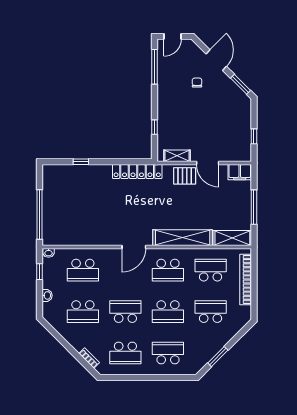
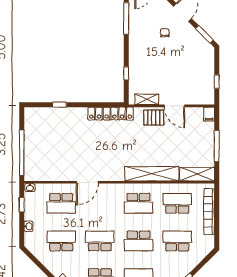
filing cabinet: (240, 172) -> (209, 114), width x0.50
door: (134, 247) -> (87, 182), moved
school desk: (83, 312) -> (61, 241), turned 180

